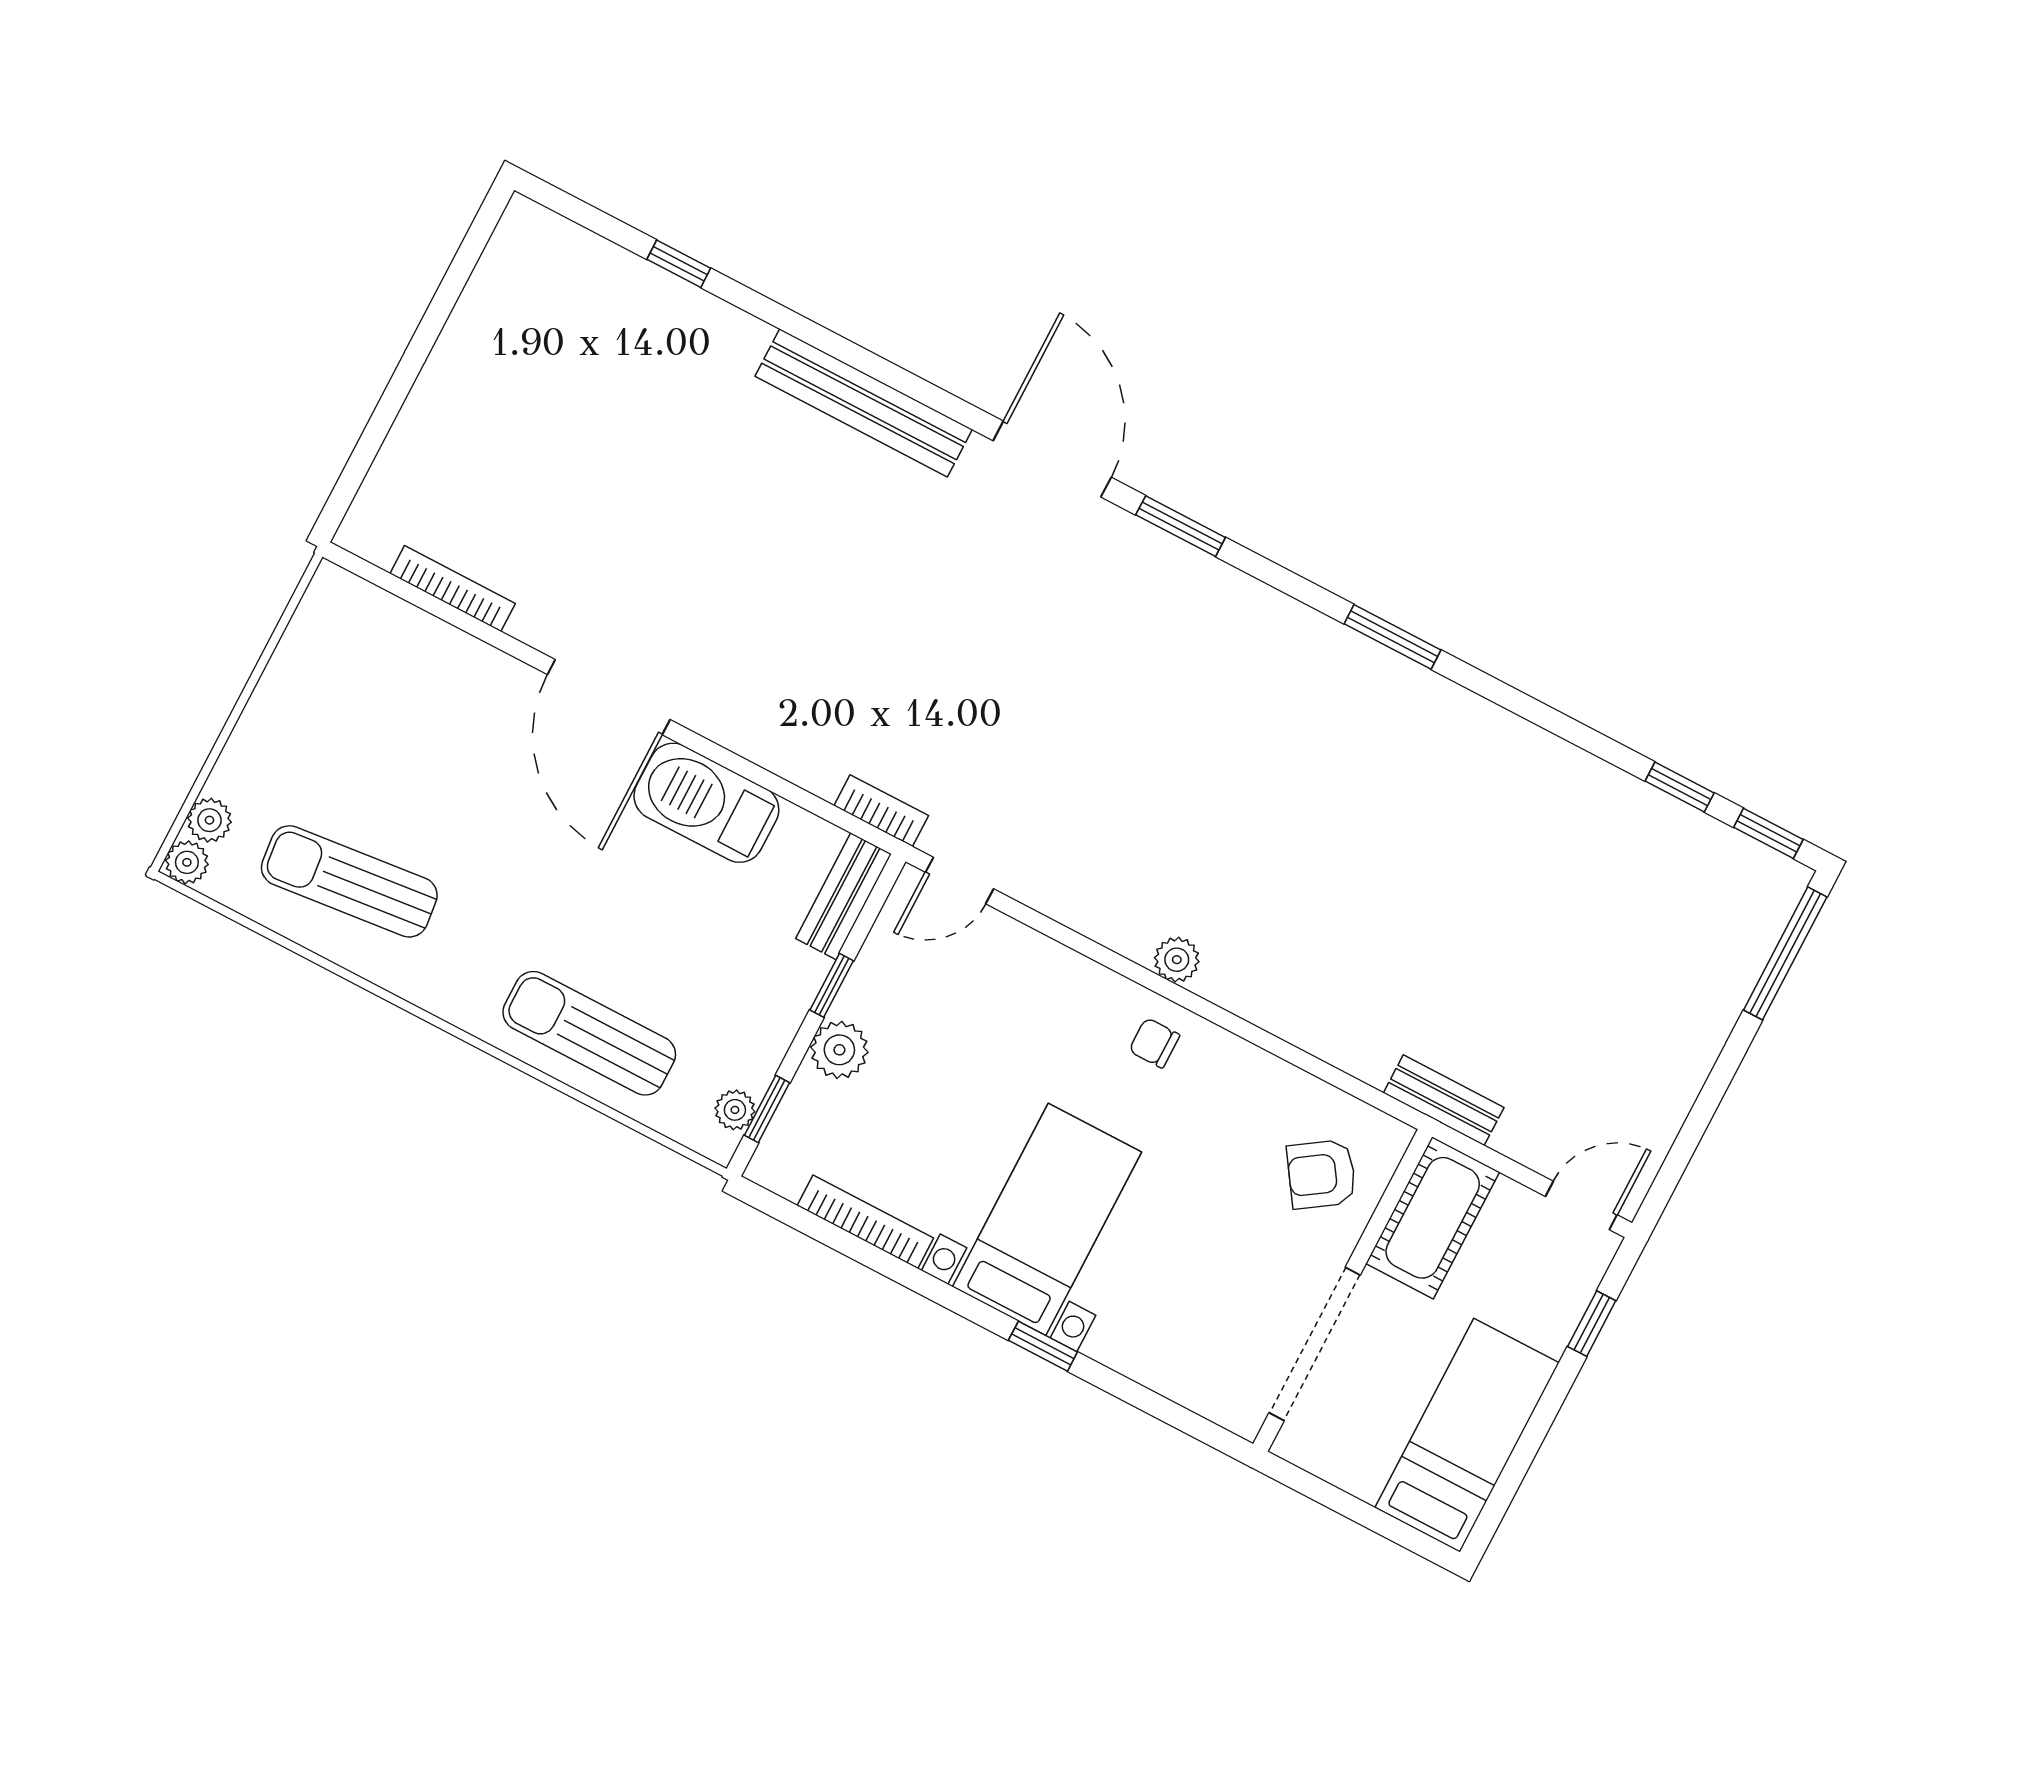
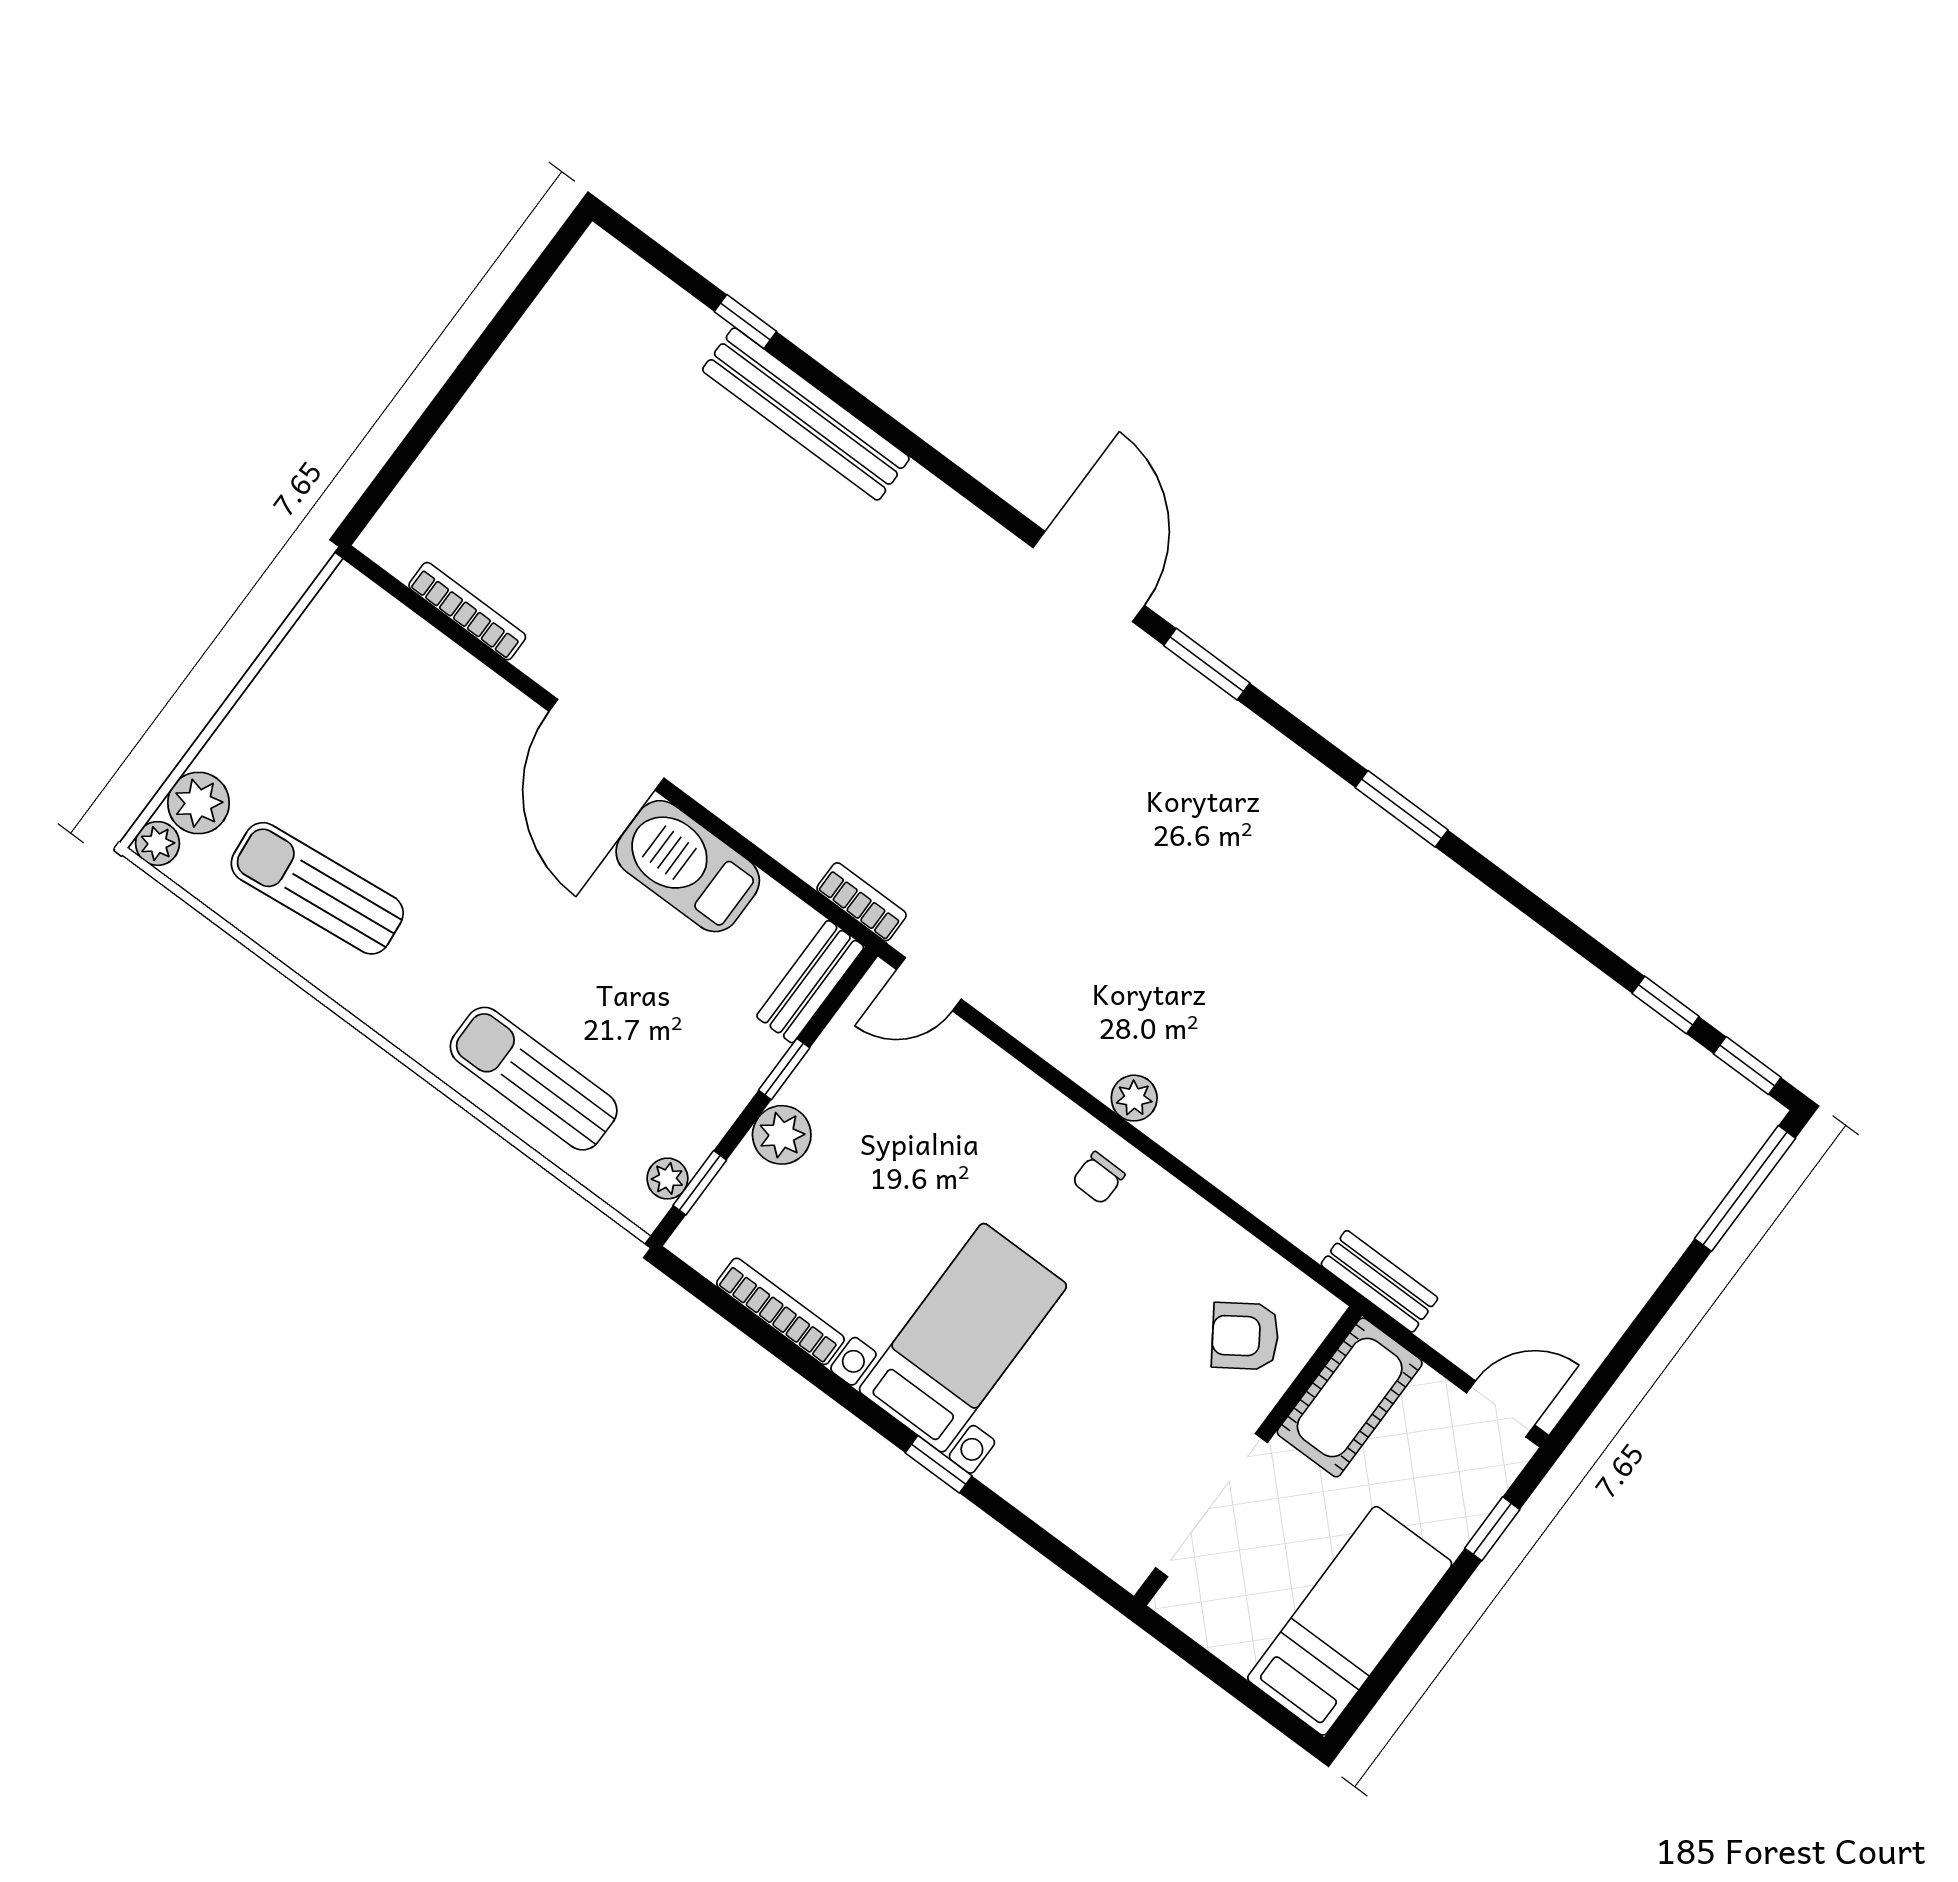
bench: (864, 403) -> (806, 414), moved
plant: (209, 820) -> (198, 803), width x1.38, depth x1.38
chair: (1154, 1043) -> (1098, 1178), turned -89

